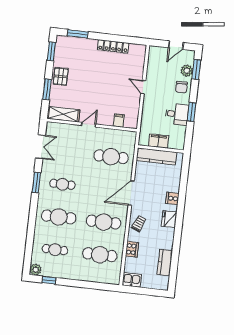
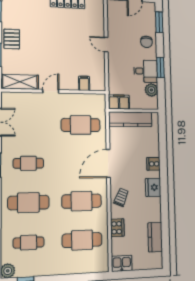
plant: (187, 71) -> (151, 90), moved
filing cabinet: (158, 141) -> (119, 102), moved

